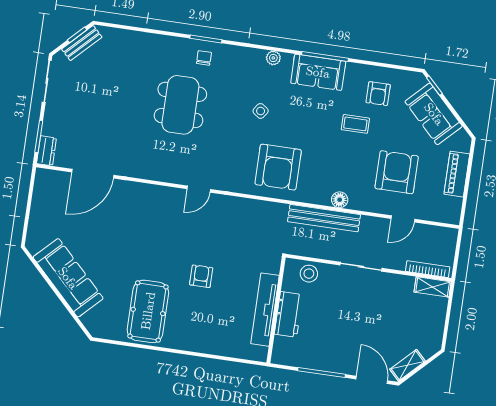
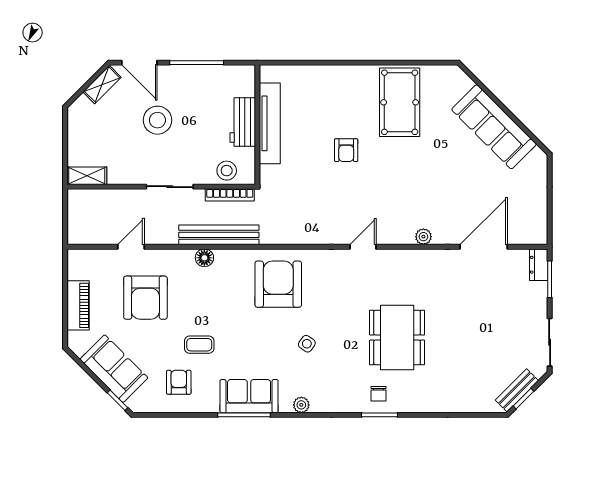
plant: (144, 190) -> (423, 237), added
bookcase: (428, 269) -> (230, 195), moved
stool: (363, 327) -> (157, 120), added

